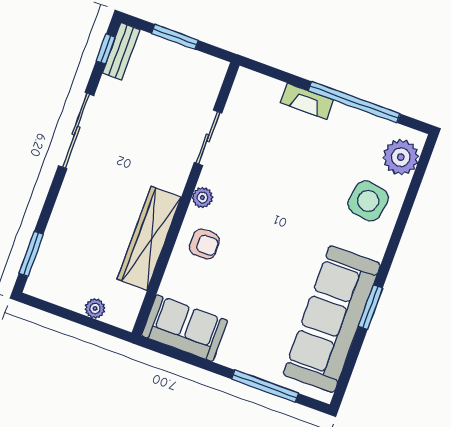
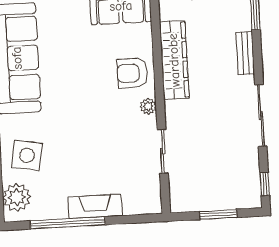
bench: (121, 51) -> (245, 53), moved
fireplace: (307, 101) -> (95, 206), width x1.37, depth x1.32
armchair: (204, 244) -> (132, 73), width x1.38, depth x1.38

